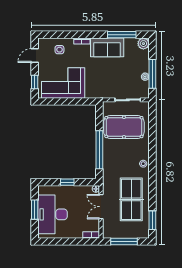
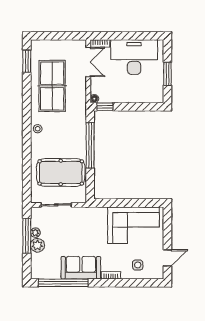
window: (122, 35) -> (63, 283), width x1.46
plant: (143, 44) -> (37, 245), moved
window: (35, 82) -> (167, 226), removed
window: (67, 182) -> (105, 107), moved
double door: (101, 207) -> (88, 62), moved
desk: (52, 214) -> (134, 57), moved, turned -90
window: (124, 242) -> (61, 36), removed

